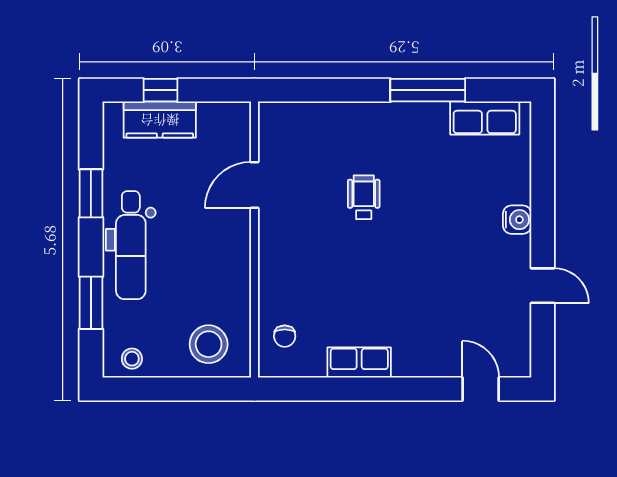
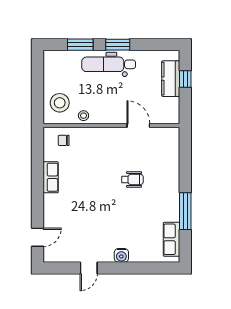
window: (91, 193) -> (118, 45), moved
stool: (132, 359) -> (84, 116), moved

